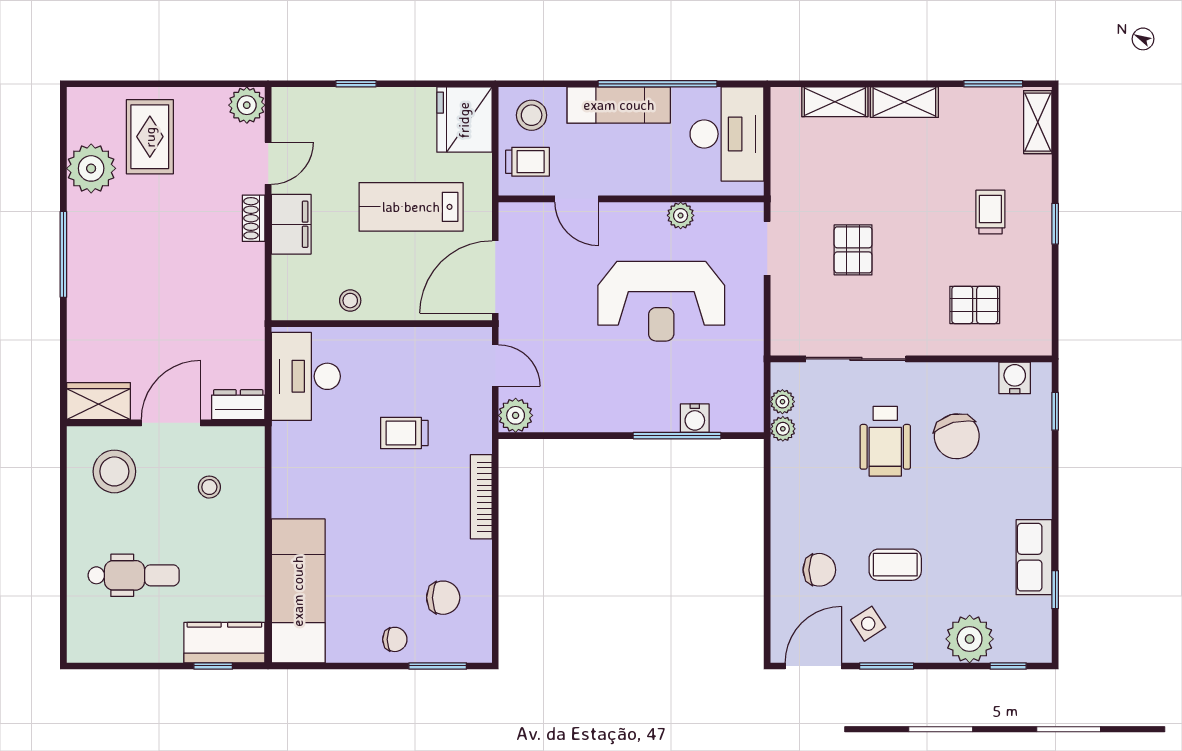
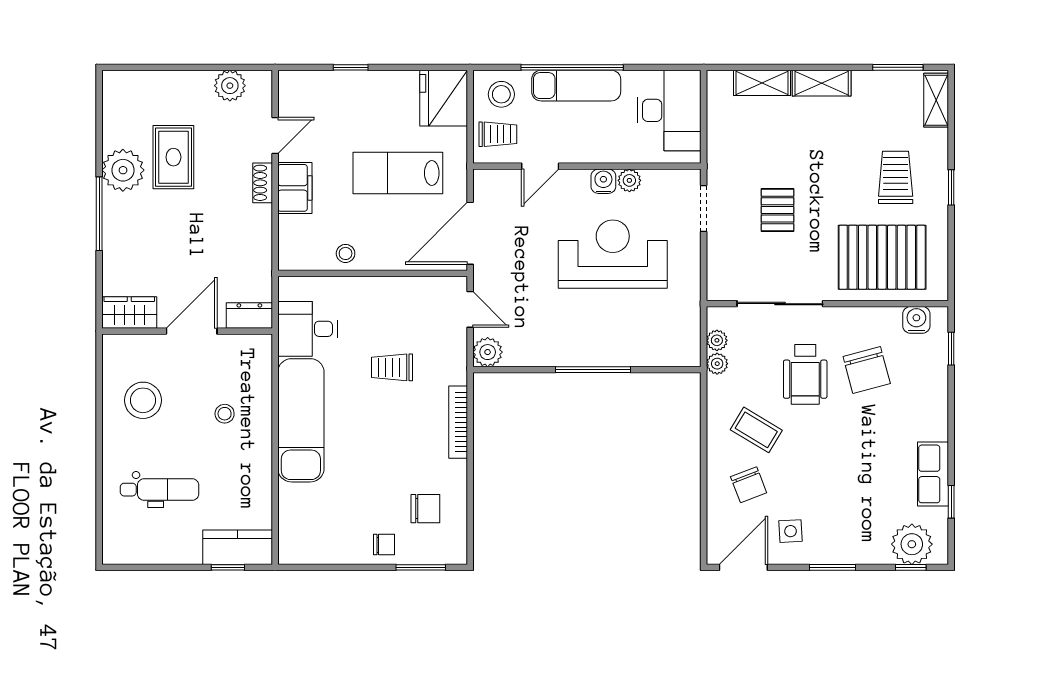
window: (657, 84) -> (572, 67), moved
plant: (247, 105) -> (230, 86), moved
rug: (150, 137) -> (173, 157), moved
plant: (91, 168) -> (123, 170), moved
door: (577, 199) -> (540, 166), hinge flipped
trolley: (990, 212) -> (896, 177), width x1.36, depth x1.39
reception desk: (661, 301) -> (613, 254), turned 180
pallet: (975, 305) -> (882, 257), width x2.05, depth x2.00
desk: (306, 376) -> (307, 329), width x0.73
wardrobe: (98, 401) -> (129, 312), moved
dresser: (238, 405) -> (249, 315), moved
water cooler: (695, 418) -> (603, 181), moved, turned 180
wall: (166, 423) -> (187, 331), moved
door: (171, 423) -> (192, 331), moved
window: (677, 436) -> (593, 370), moved
coffee table: (895, 565) -> (756, 430), moved, turned 31
chair: (819, 570) -> (749, 485), turned 69
exam couch: (298, 591) -> (301, 420), moved
side table: (868, 624) -> (791, 531), turned 30
plant: (970, 639) -> (912, 544), moved
window: (887, 666) -> (833, 567), moved

